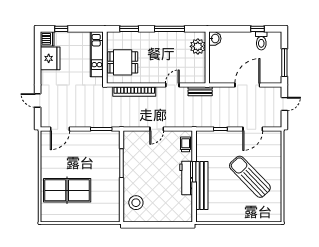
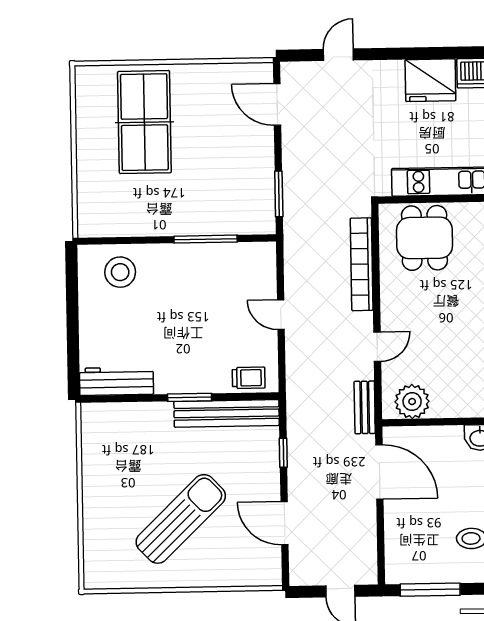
plant: (198, 46) -> (412, 402), moved
door: (172, 85) -> (377, 347), hinge flipped
door: (247, 85) -> (379, 472), moved
workbench: (186, 178) -> (116, 381), moved
bench: (202, 185) -> (227, 413), moved

